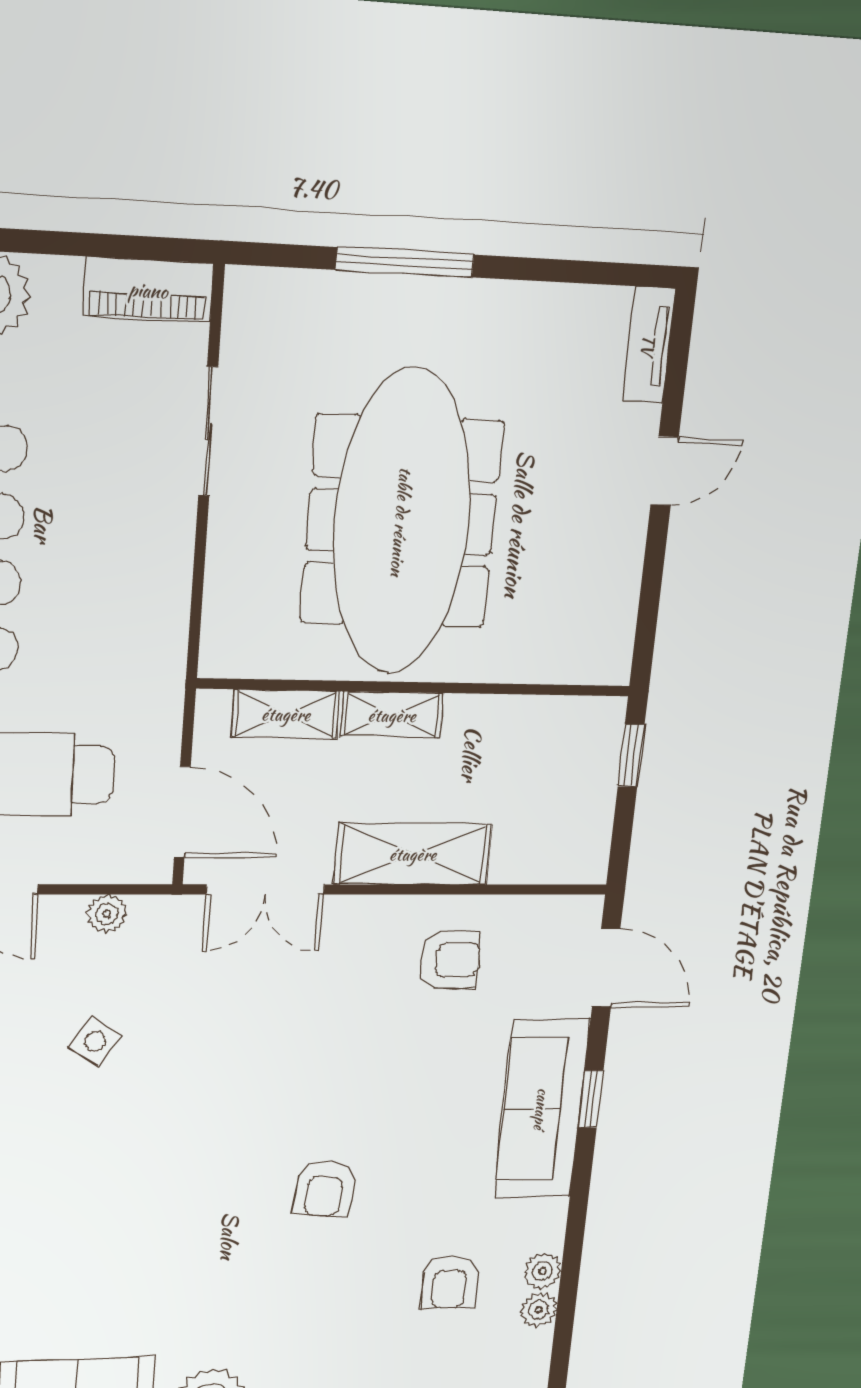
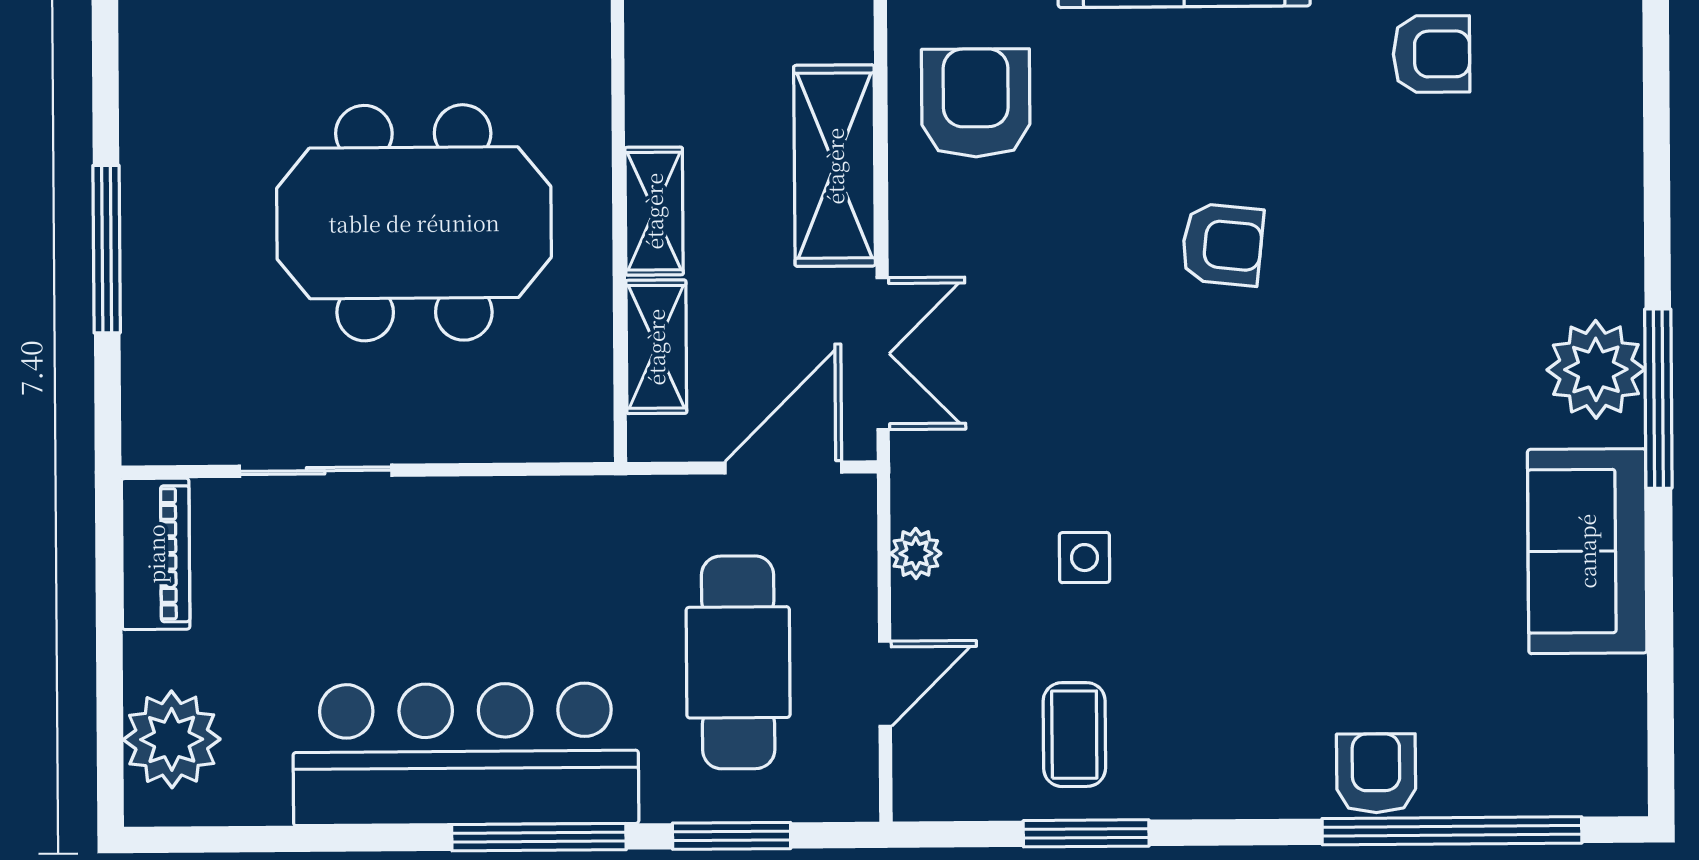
meeting table: (402, 522) -> (414, 223), width x0.73
armchair: (449, 960) -> (976, 103), width x1.38, depth x1.38
side table: (95, 1041) -> (1084, 558), turned -34
armchair: (325, 1188) -> (1222, 245), moved

